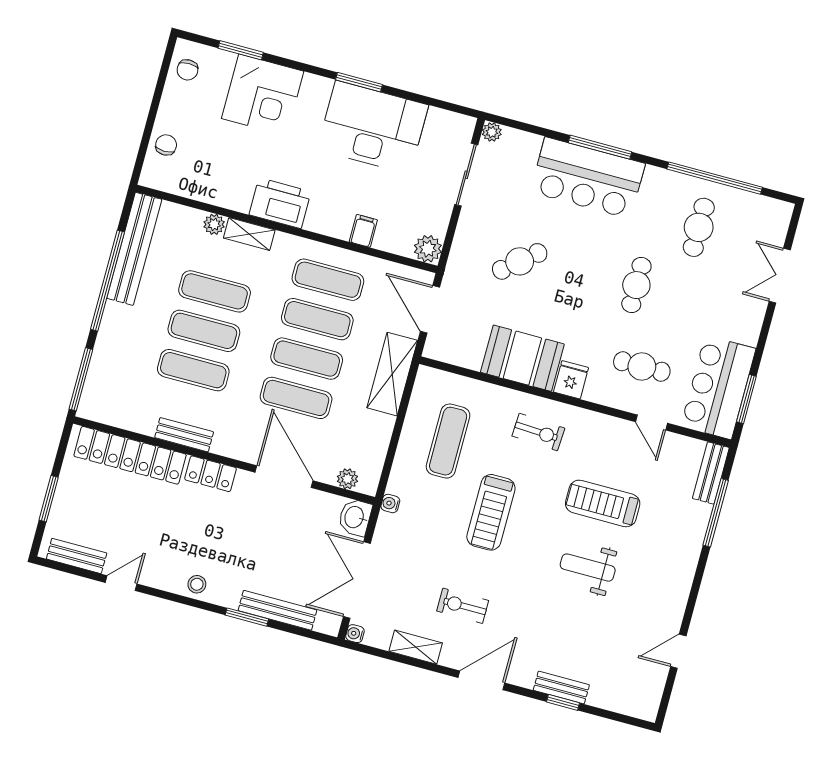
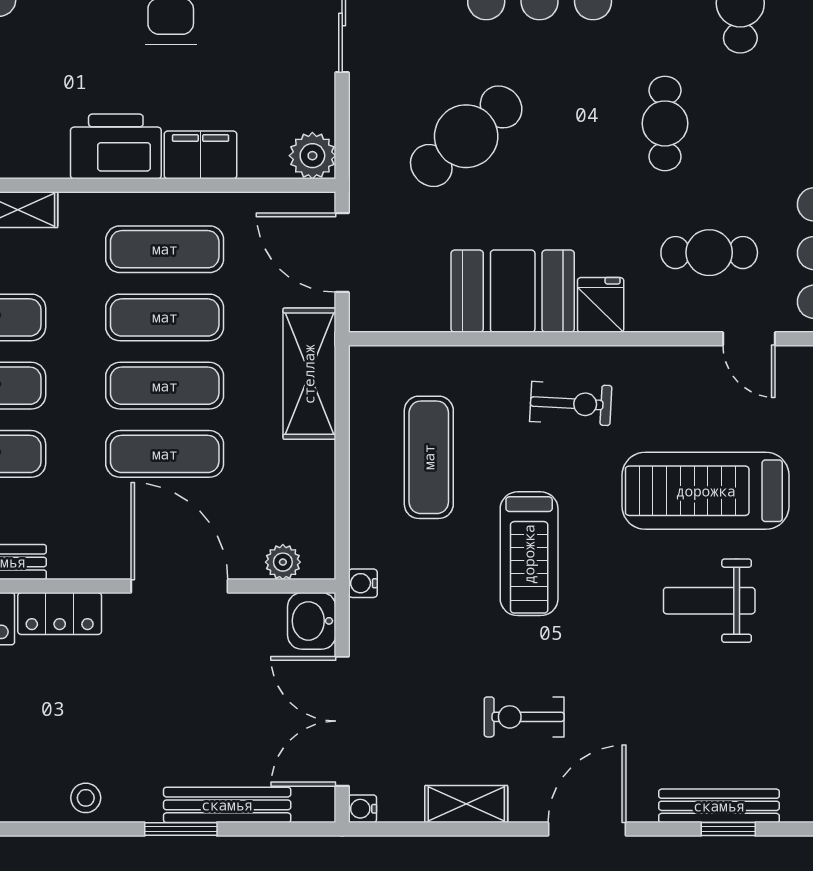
printer: (280, 203) -> (116, 146), moved
filing cabinet: (363, 231) -> (201, 155), width x2.00
cafe table: (520, 261) -> (466, 136), width x1.37, depth x1.35
treadmill: (603, 503) -> (706, 491), width x1.37, depth x1.38
bench: (561, 688) -> (719, 806), width x1.36

